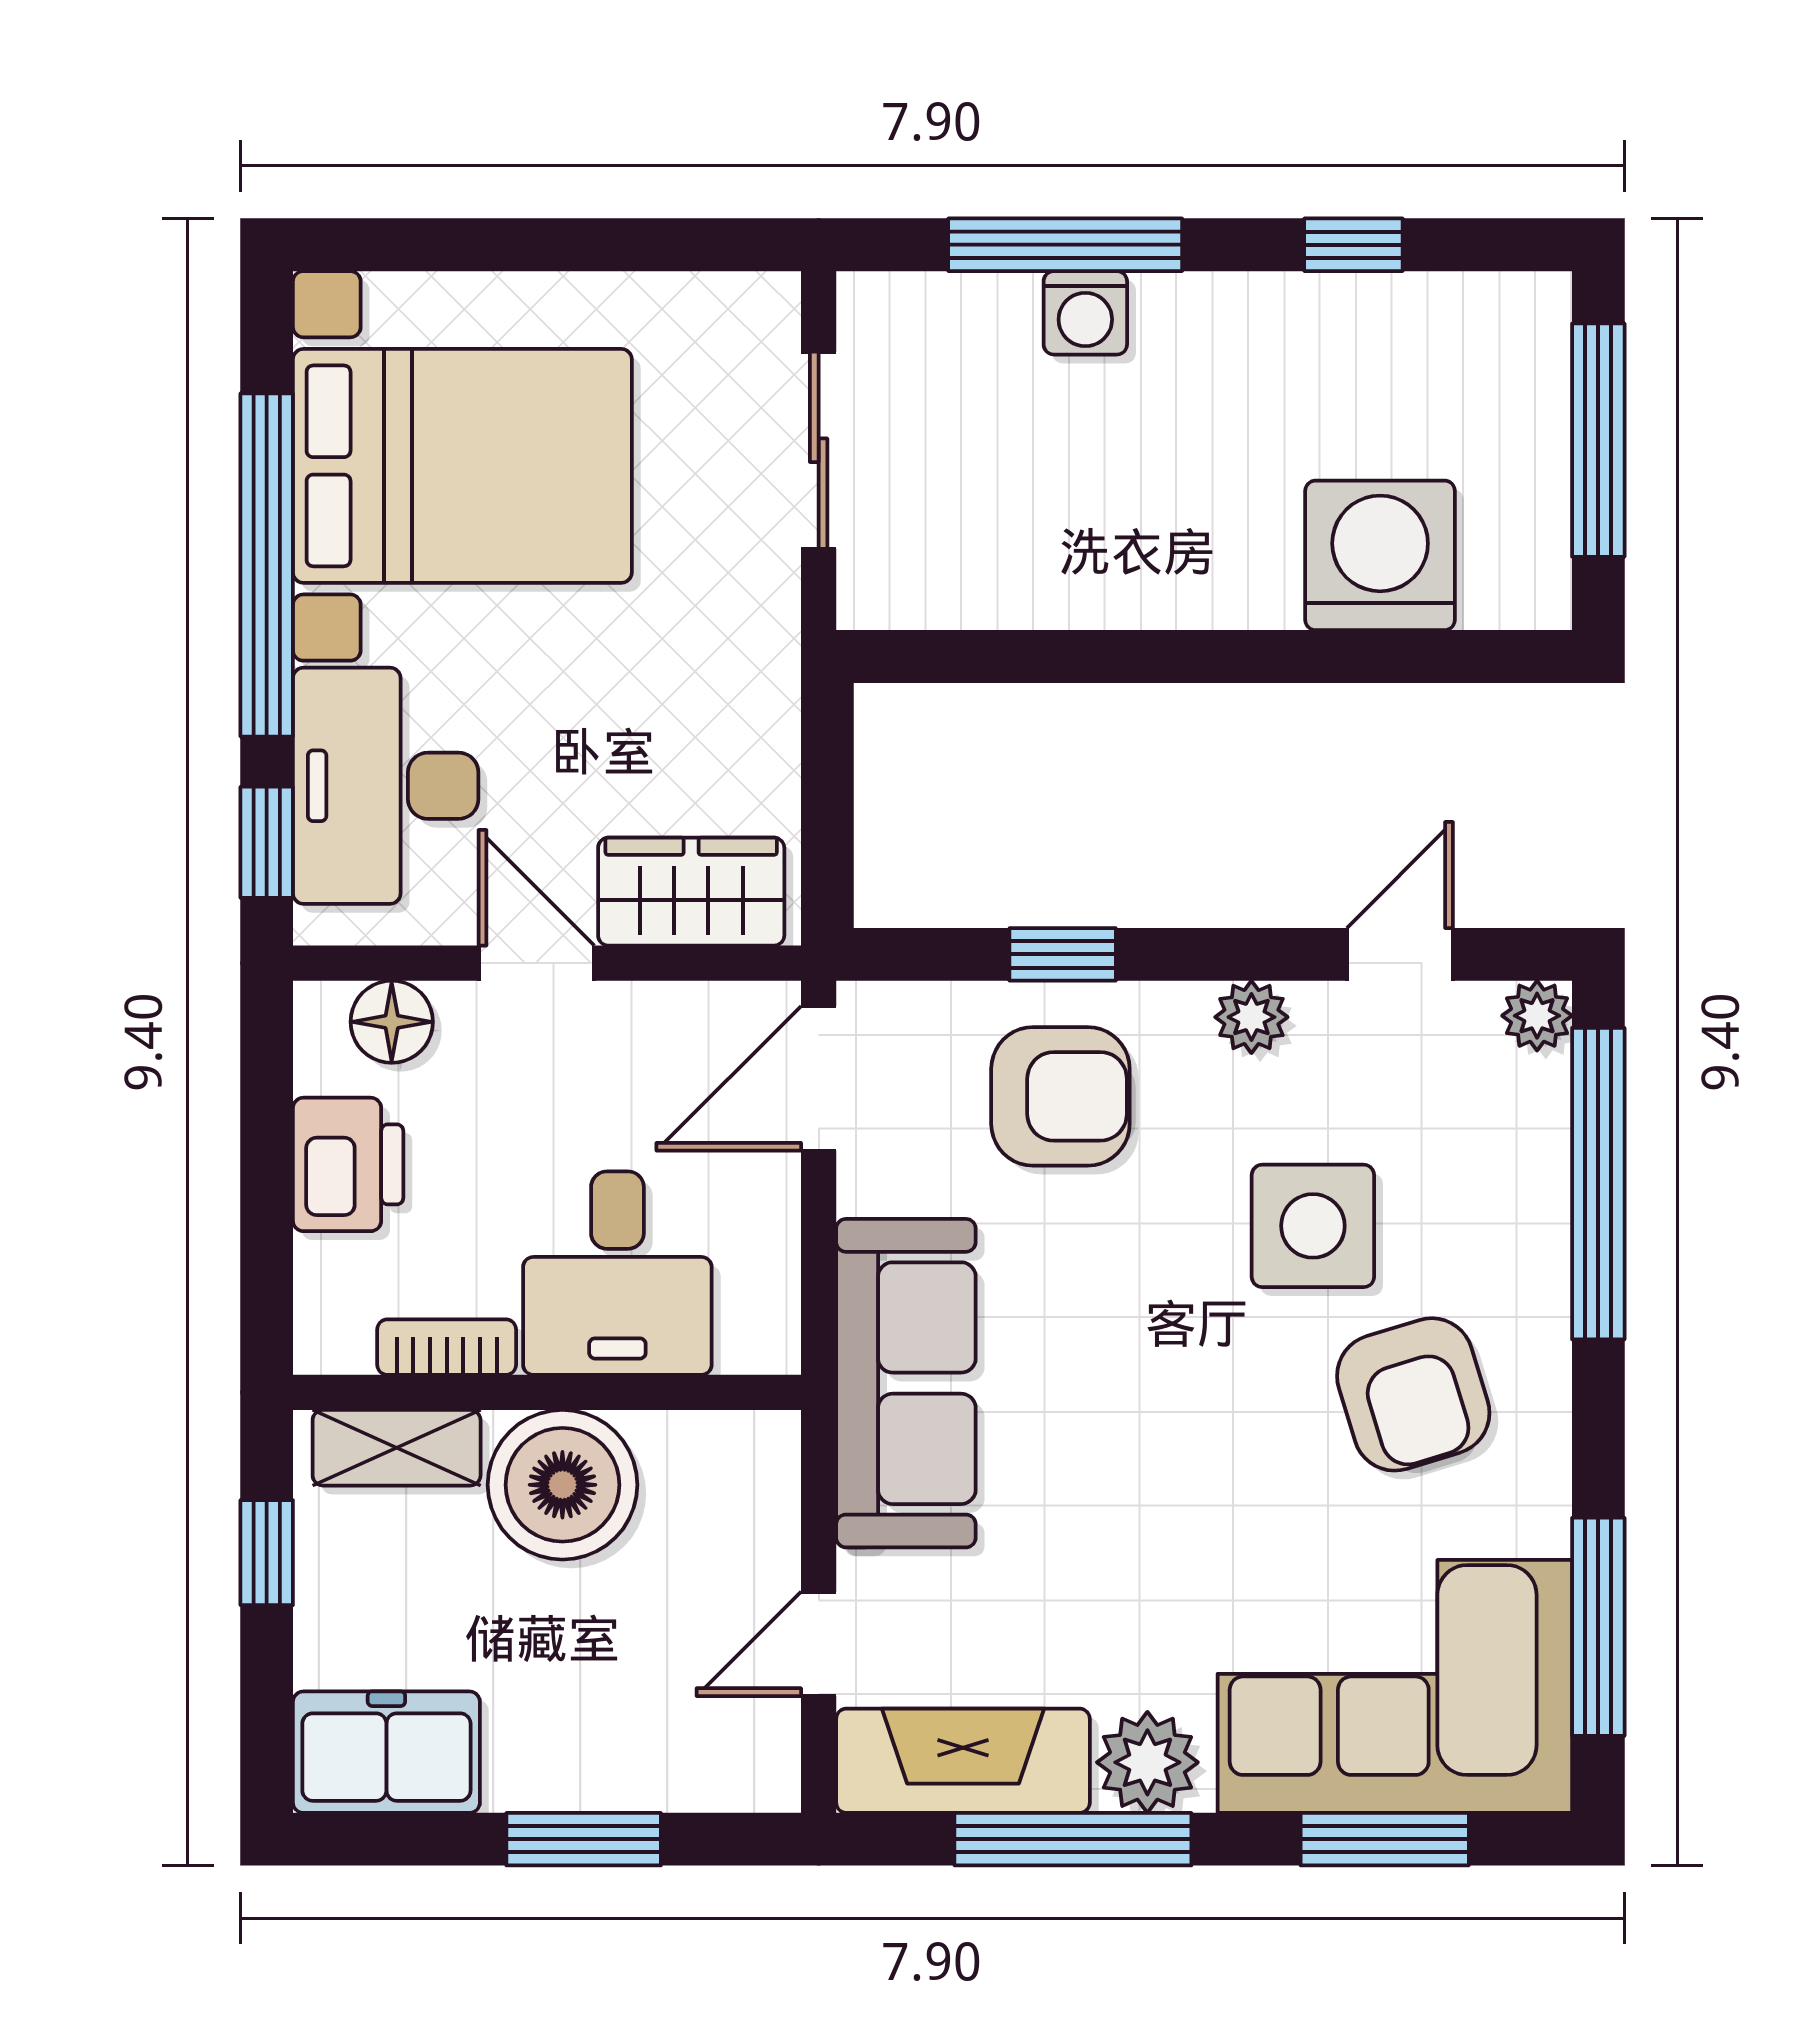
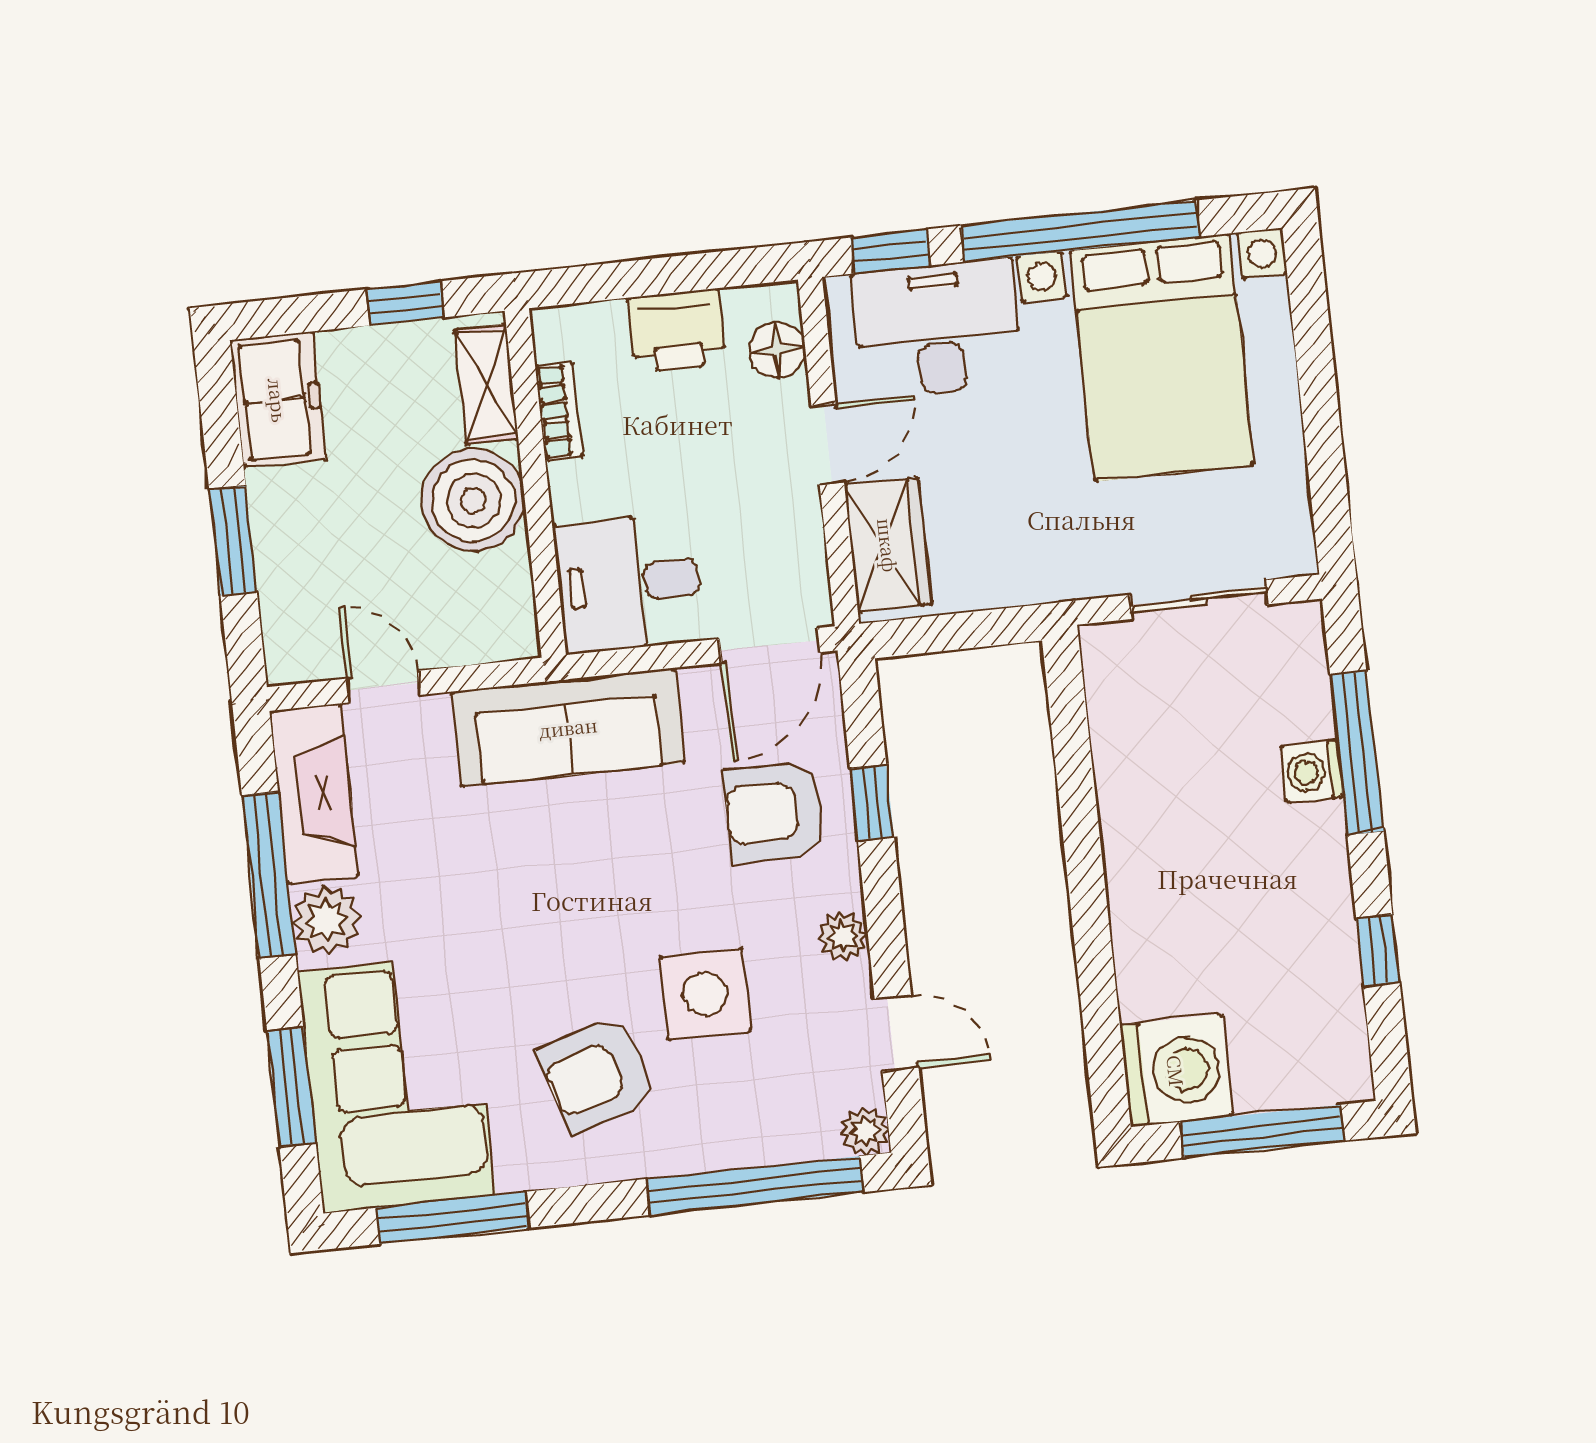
washing machine: (1380, 555) -> (1176, 1071), moved
door: (819, 1078) -> (770, 645), swing flipped
armchair: (1060, 1096) -> (775, 812), turned 90
desk: (617, 1273) -> (628, 583), moved

